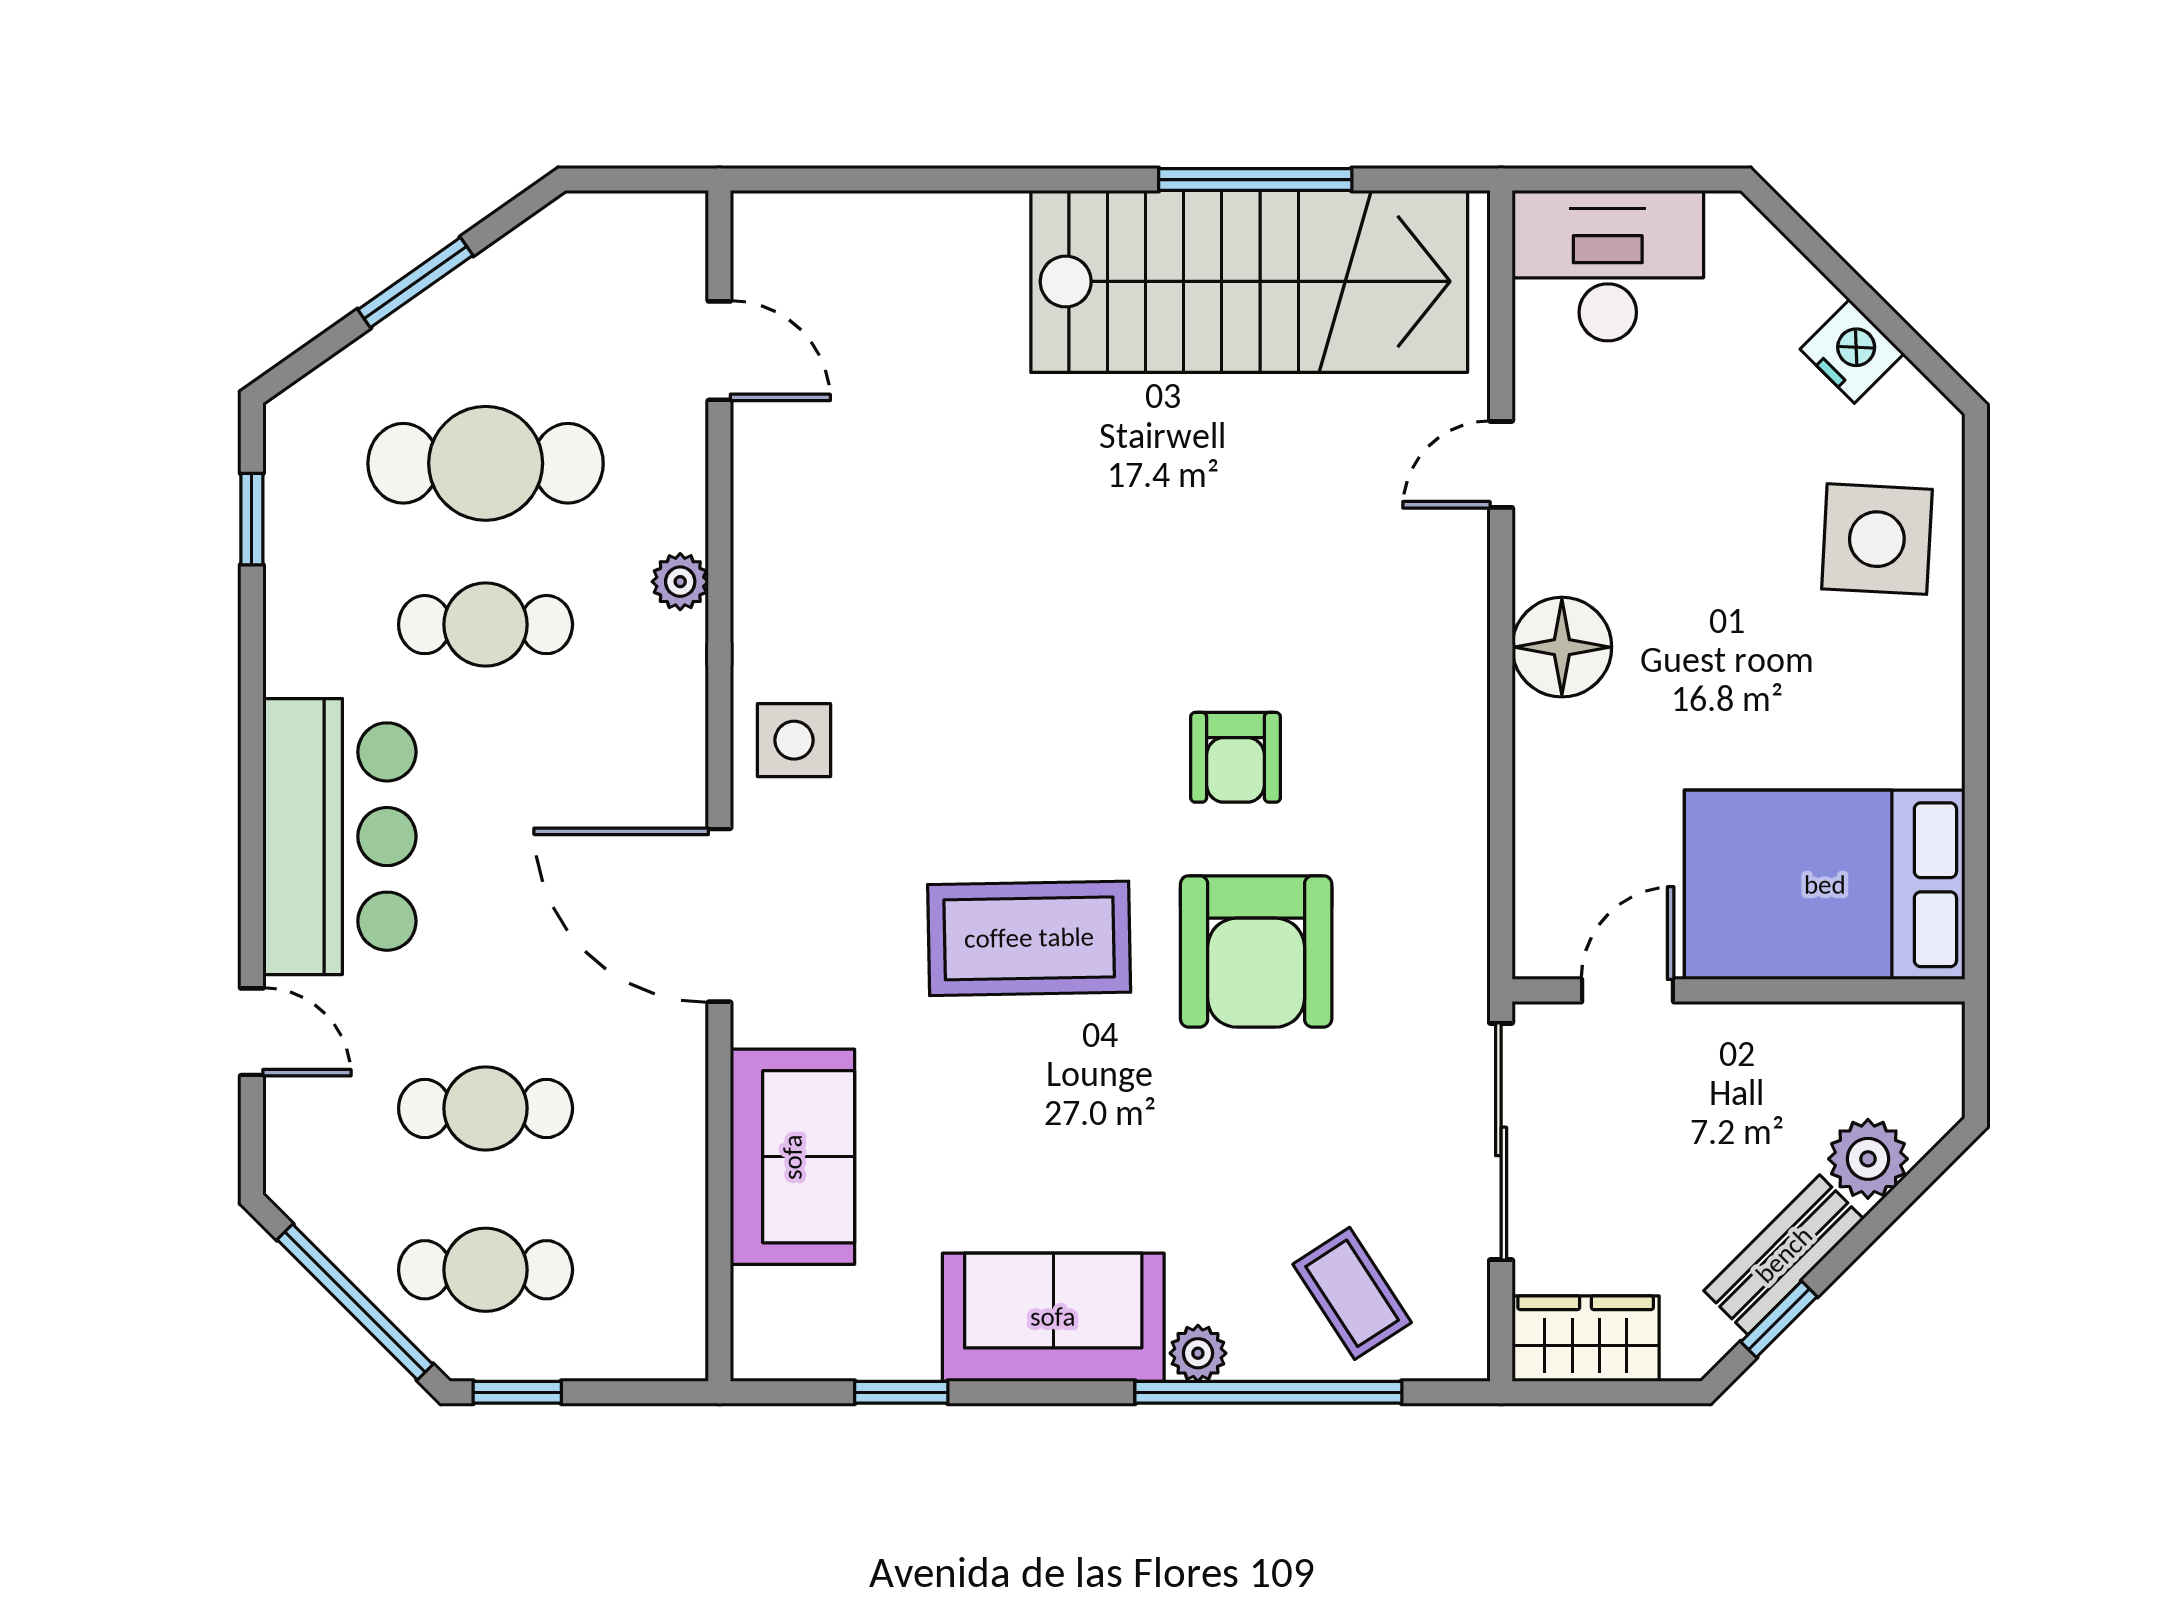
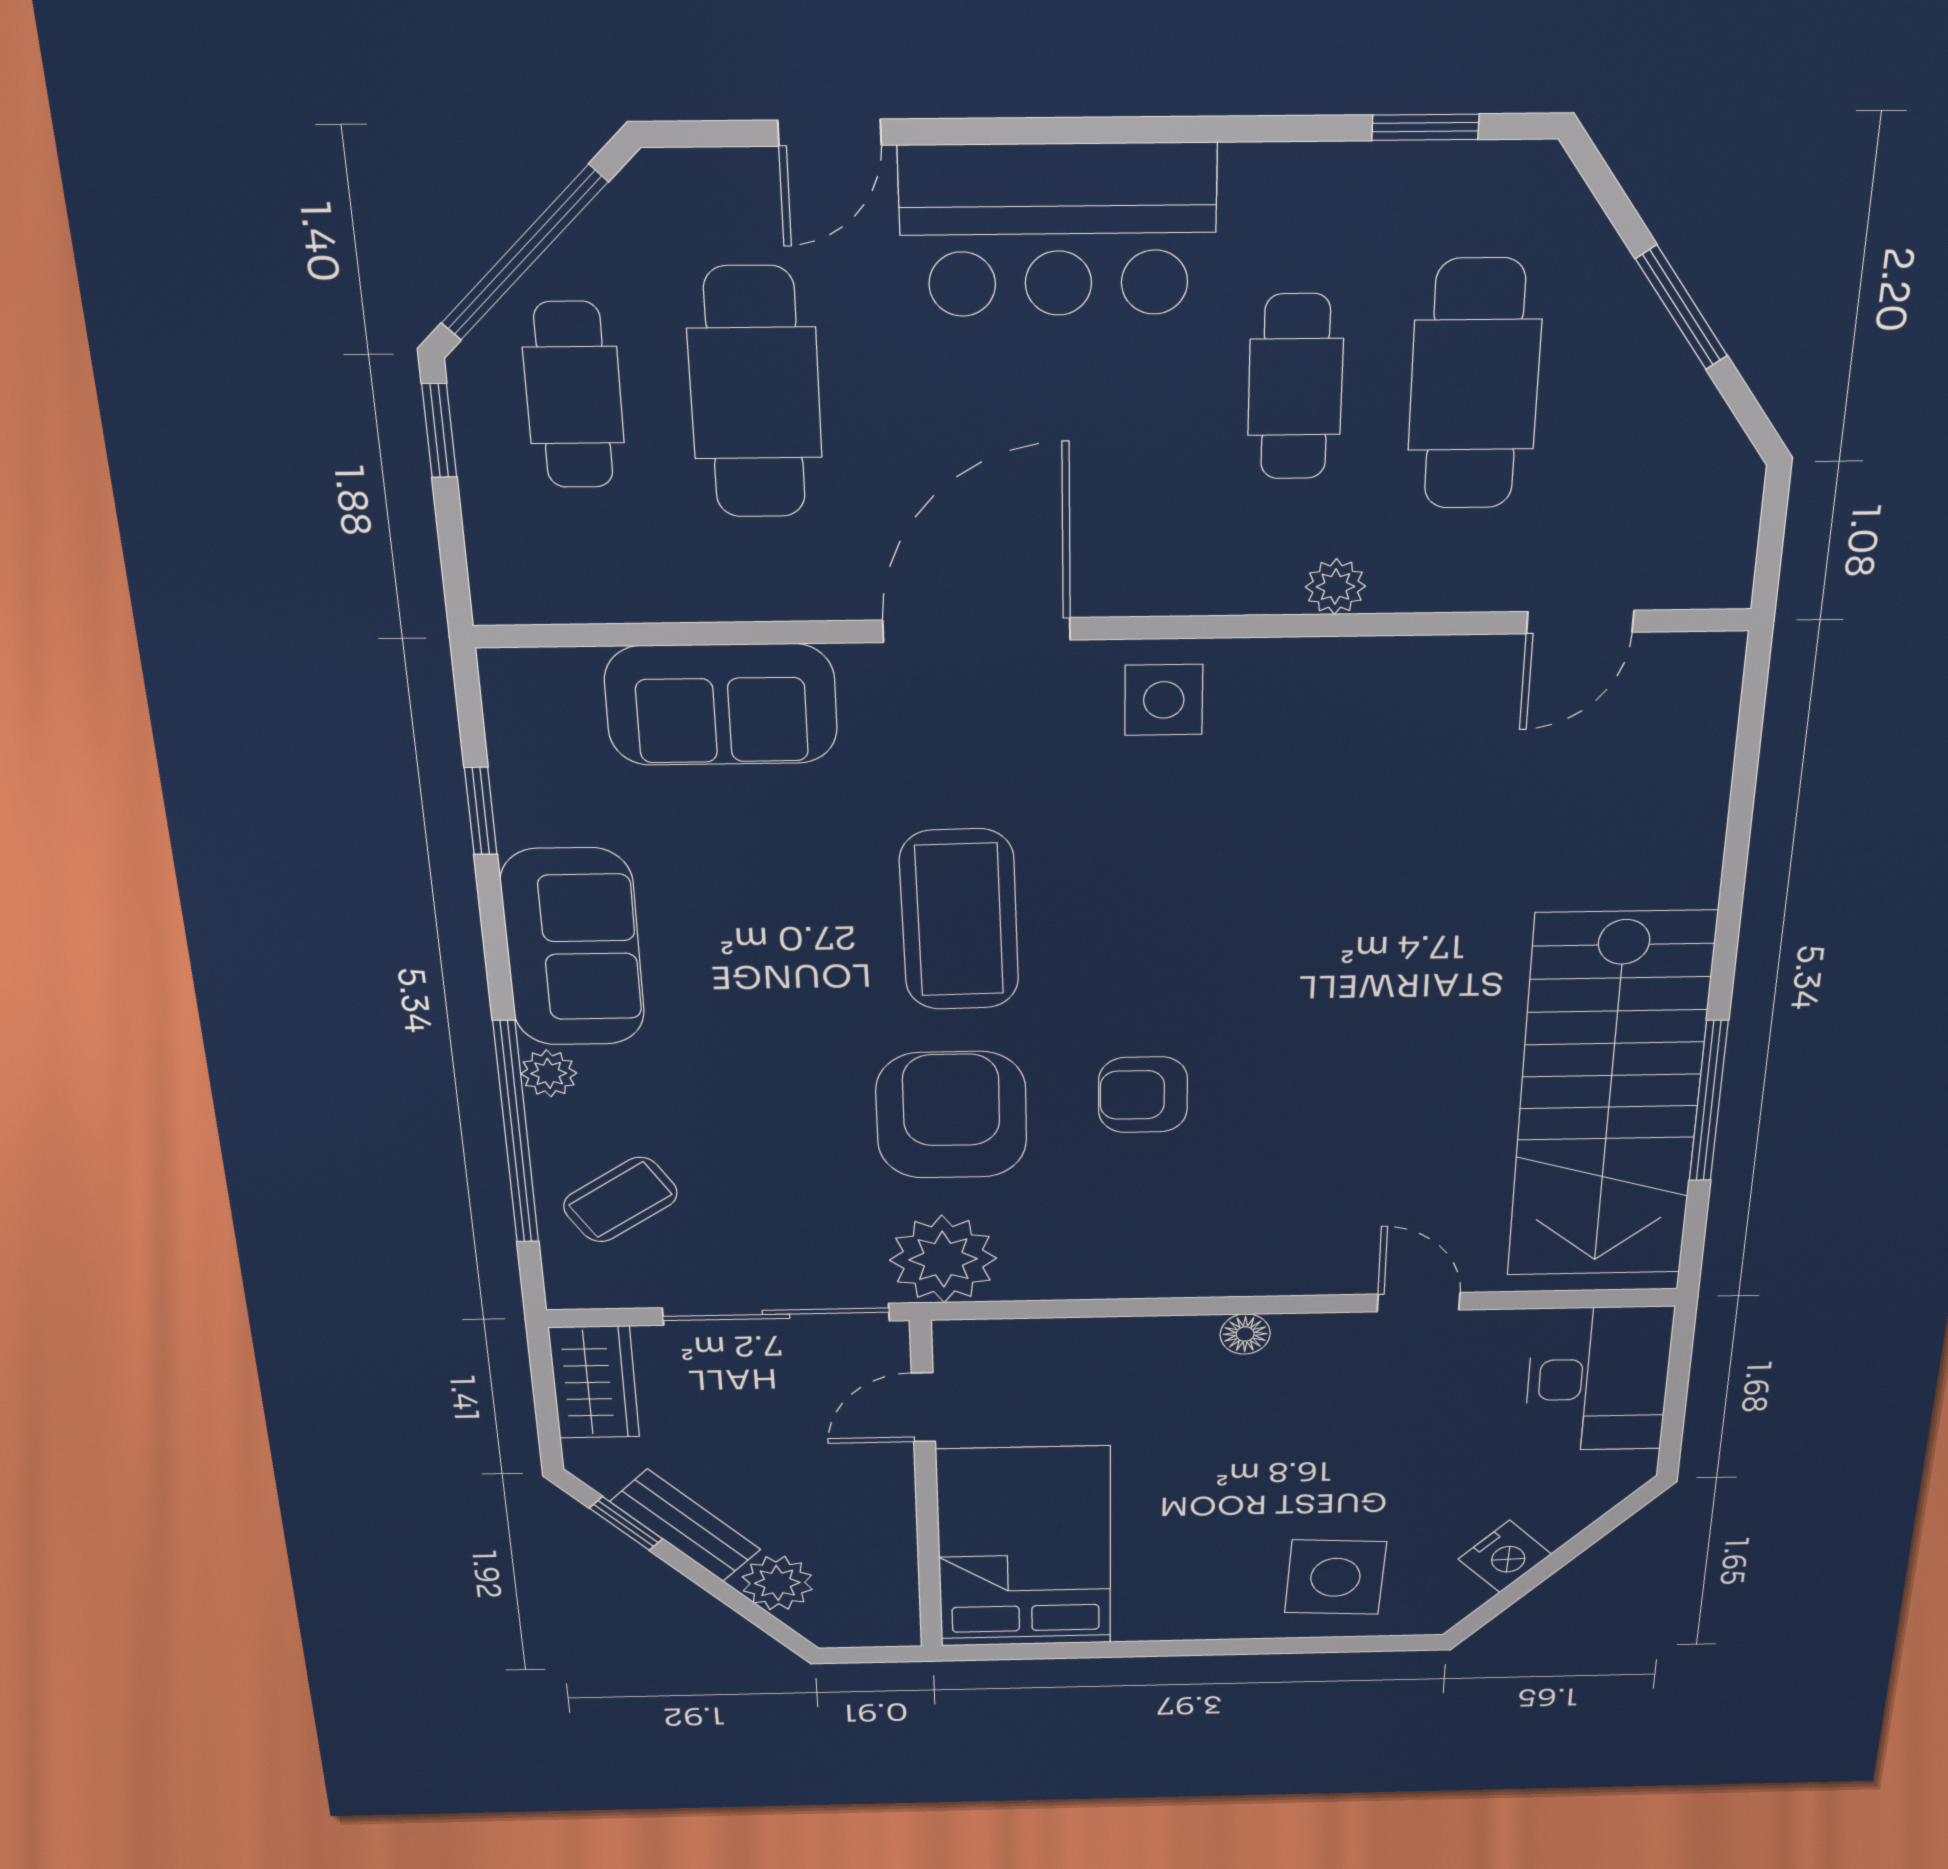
floor lamp: (1562, 647) -> (1245, 1334), width x0.53, depth x0.53
armchair: (1256, 951) -> (951, 1115), turned 90
plant: (1434, 964) -> (943, 1259), added
door: (1628, 990) -> (923, 1407), swing flipped
cafe table: (486, 1108) -> (755, 393), width x1.37, depth x1.35

